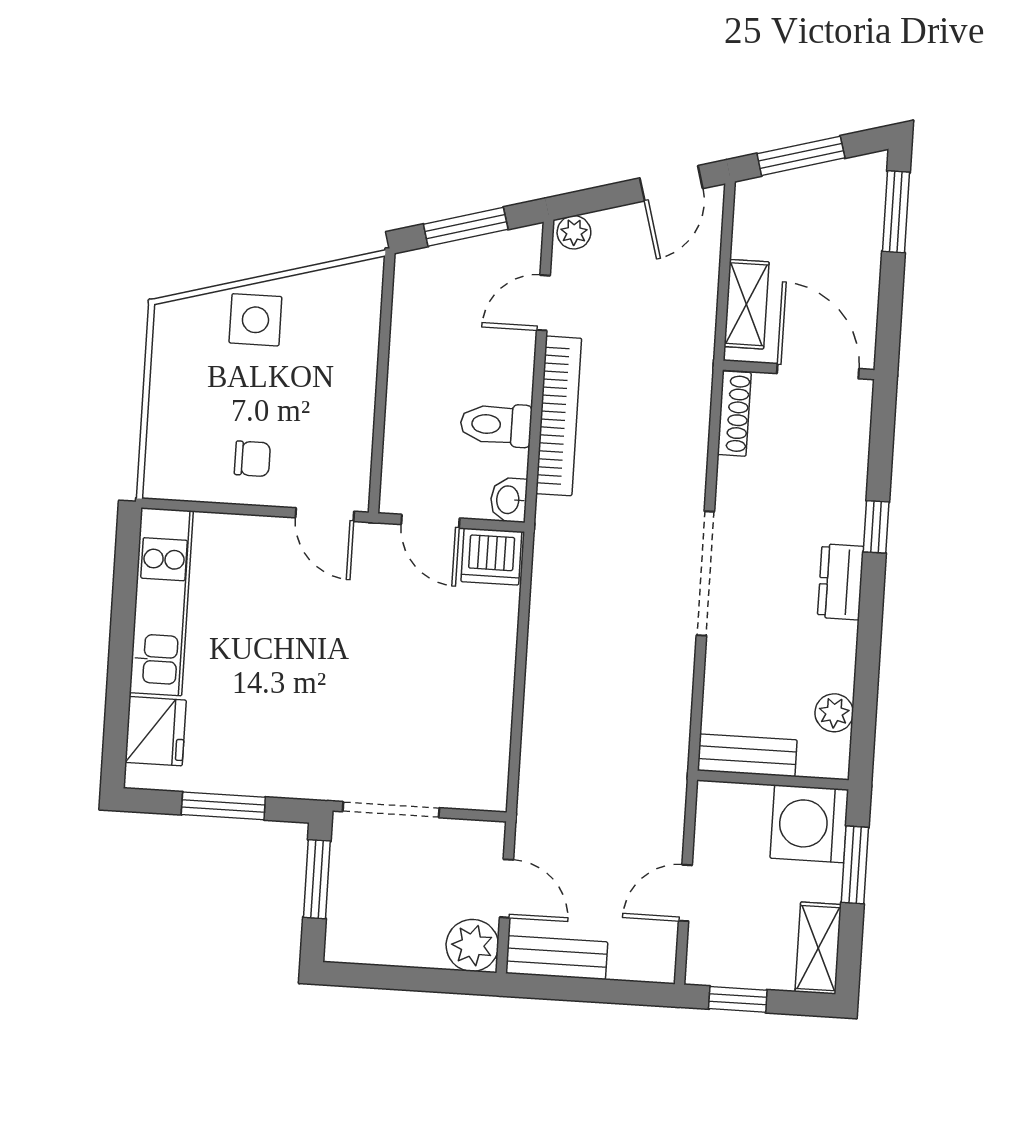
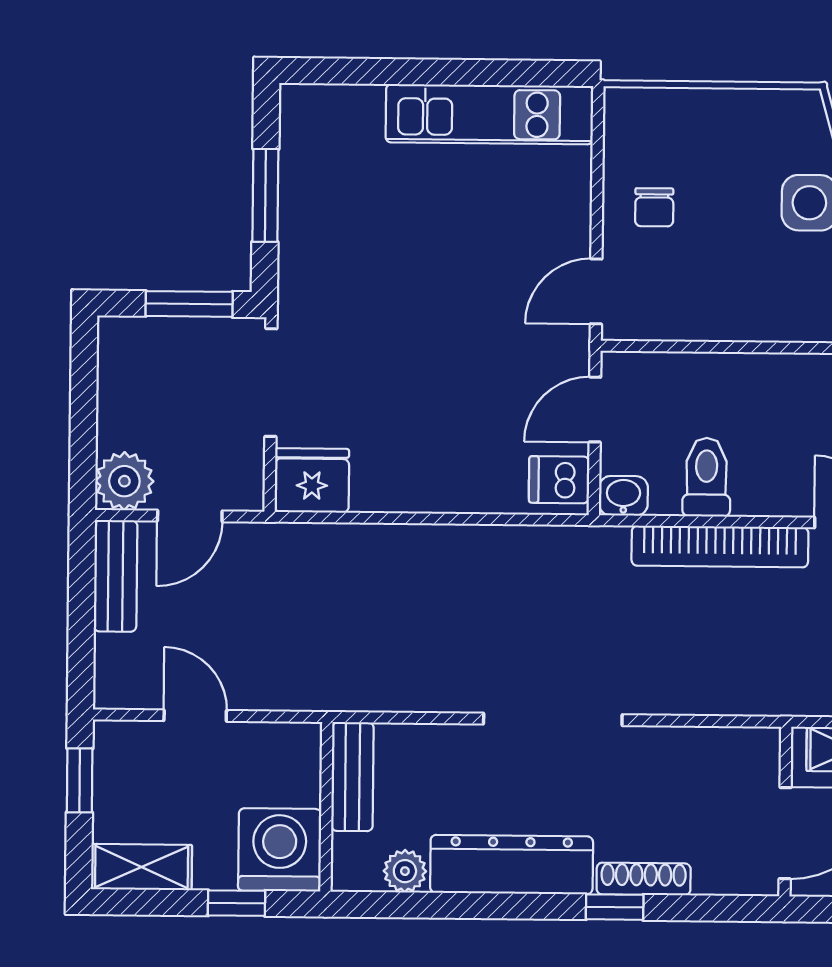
shoe rack: (734, 414) -> (644, 879), moved, turned 180
dishwasher: (491, 557) -> (559, 480), width x0.73
dresser: (841, 582) -> (512, 865), width x1.96, depth x1.24
fridge: (156, 731) -> (312, 480), moved, turned 180
window: (855, 865) -> (236, 903), width x0.67

